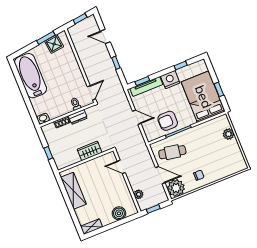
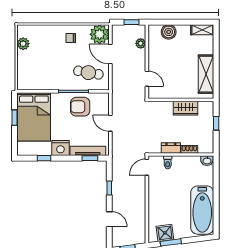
armchair: (168, 121) -> (80, 107), turned 180
plant: (228, 134) -> (23, 44), moved
wardrobe: (90, 151) -> (185, 108), moved

